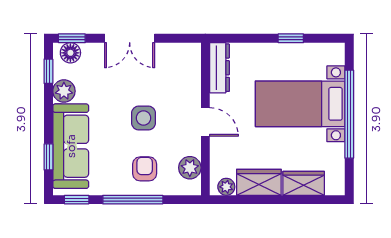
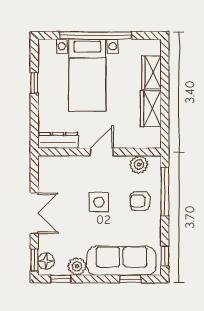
plant: (226, 187) -> (154, 135), removed
window: (133, 200) -> (165, 192), moved

